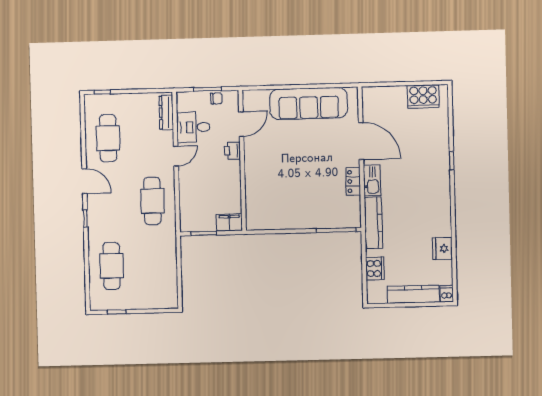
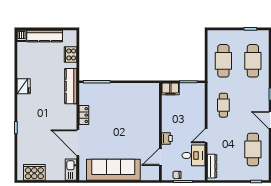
kitchen sink: (372, 180) -> (71, 170), moved
cafe table: (152, 201) -> (223, 105), width x0.73, depth x0.74
fridge: (442, 249) -> (24, 86), moved
cafe table: (154, 265) -> (223, 61), added

